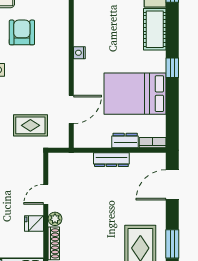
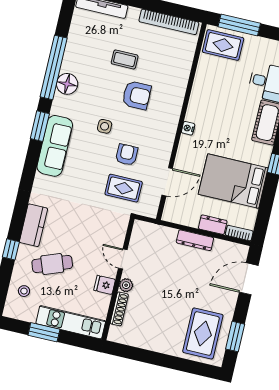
armchair: (22, 32) -> (137, 95), turned 90
armchair: (26, 92) -> (127, 155), added
door: (46, 194) -> (123, 259), hinge flipped

